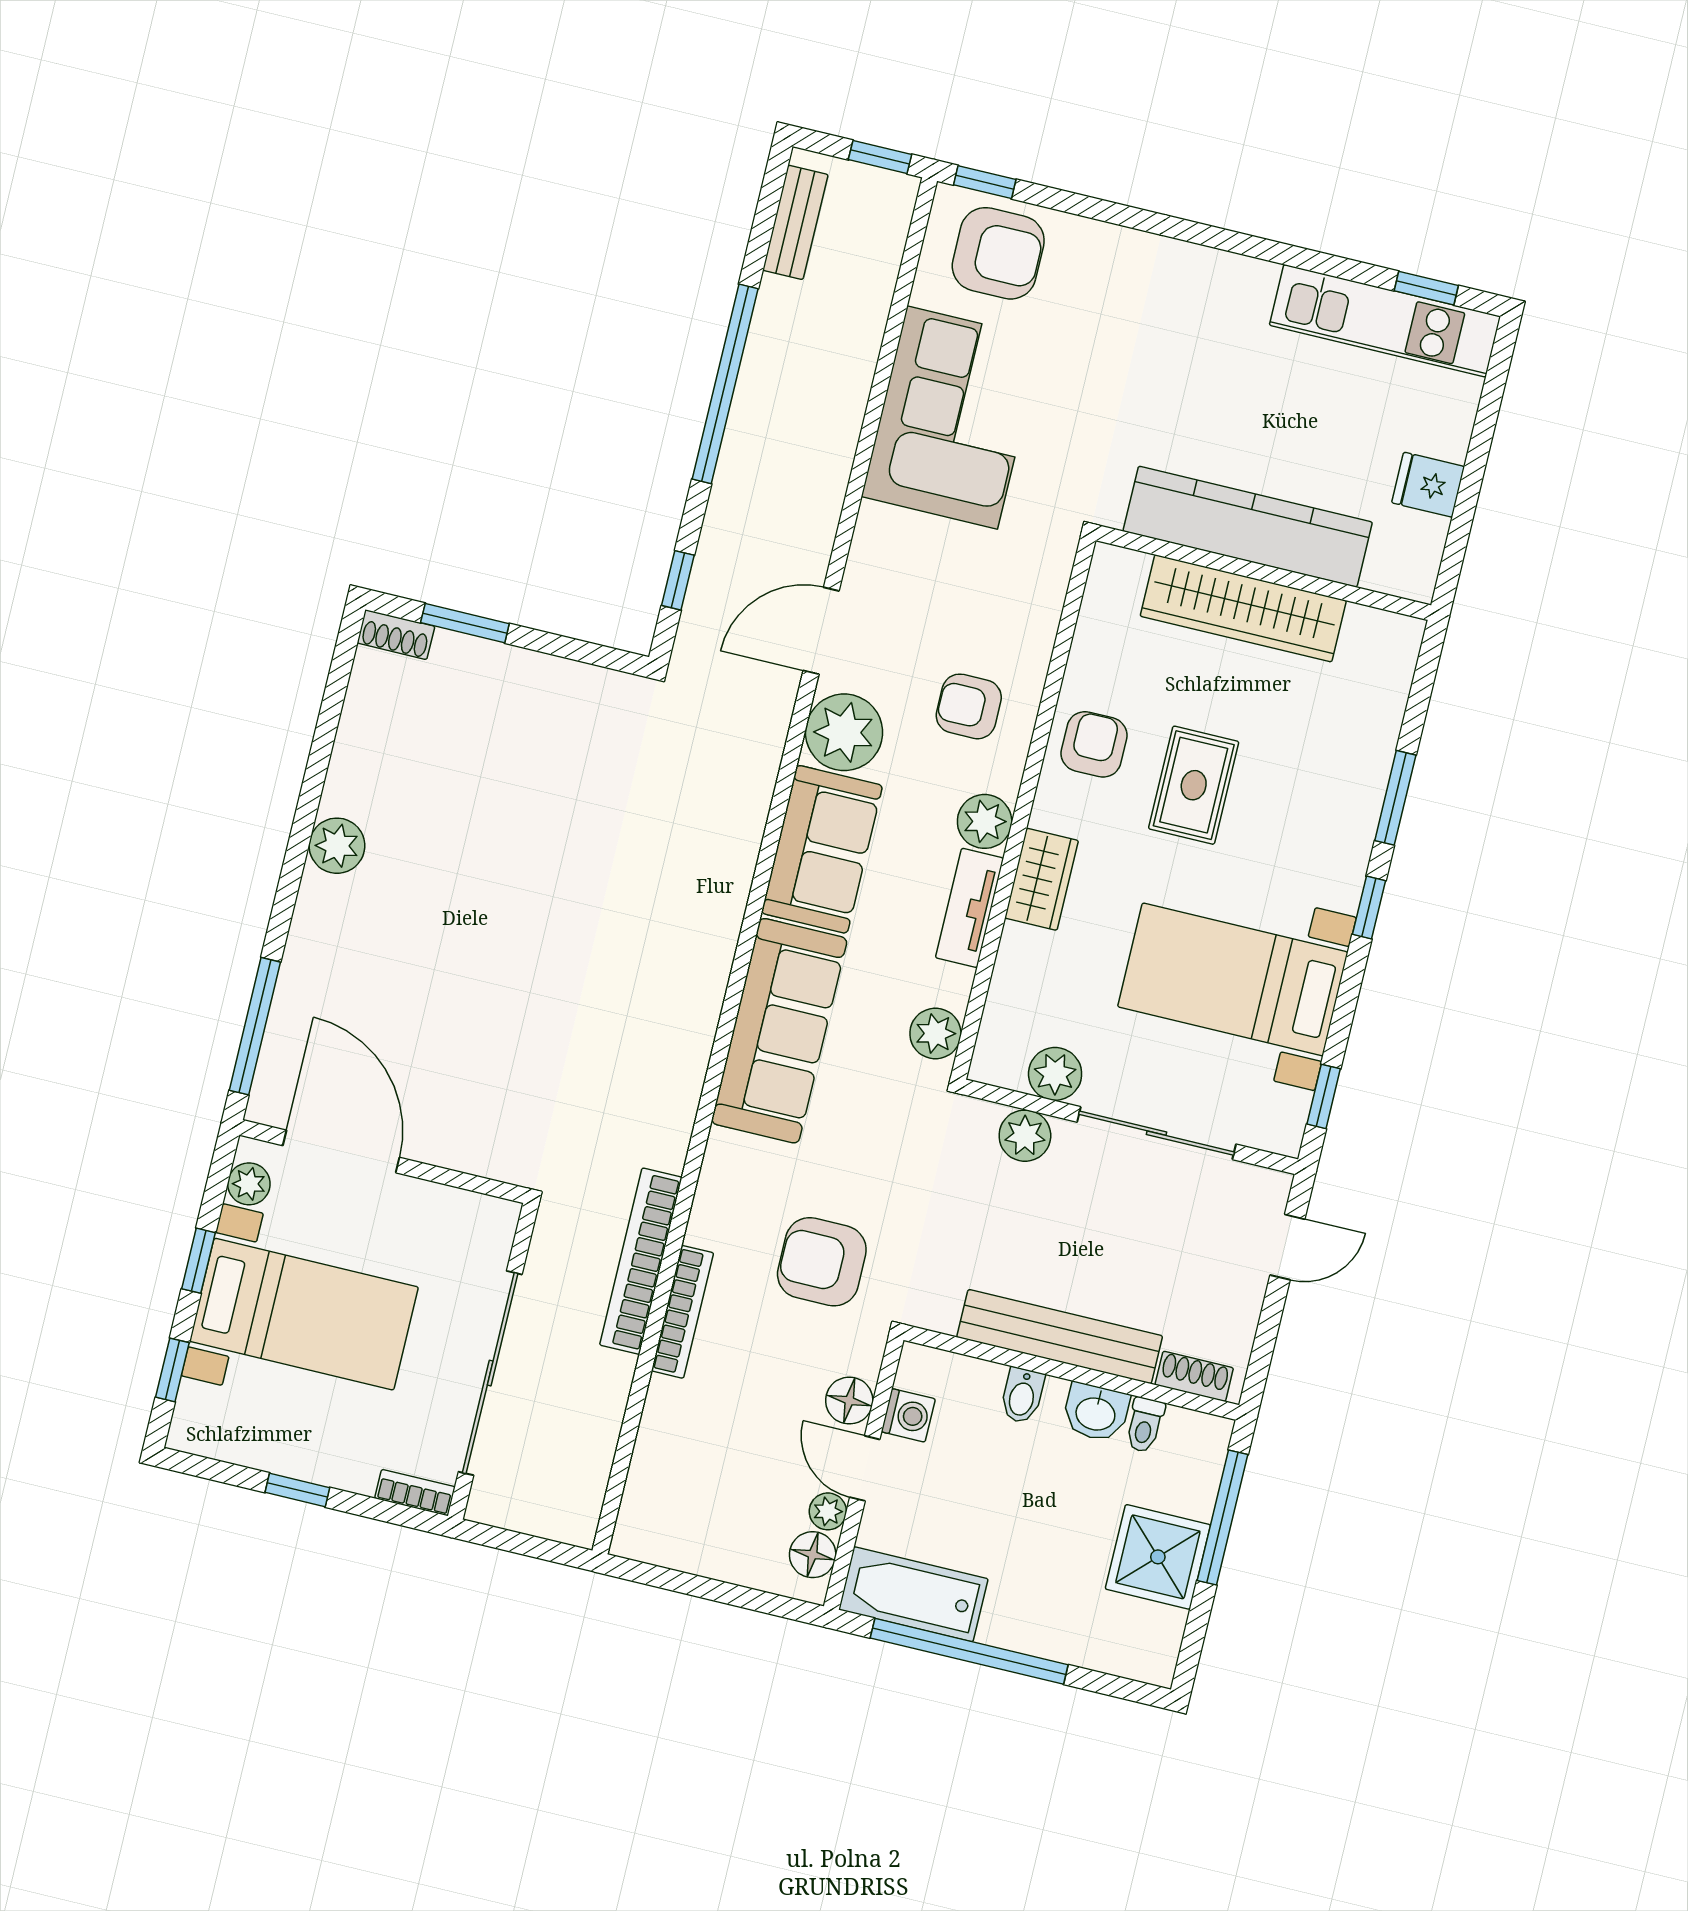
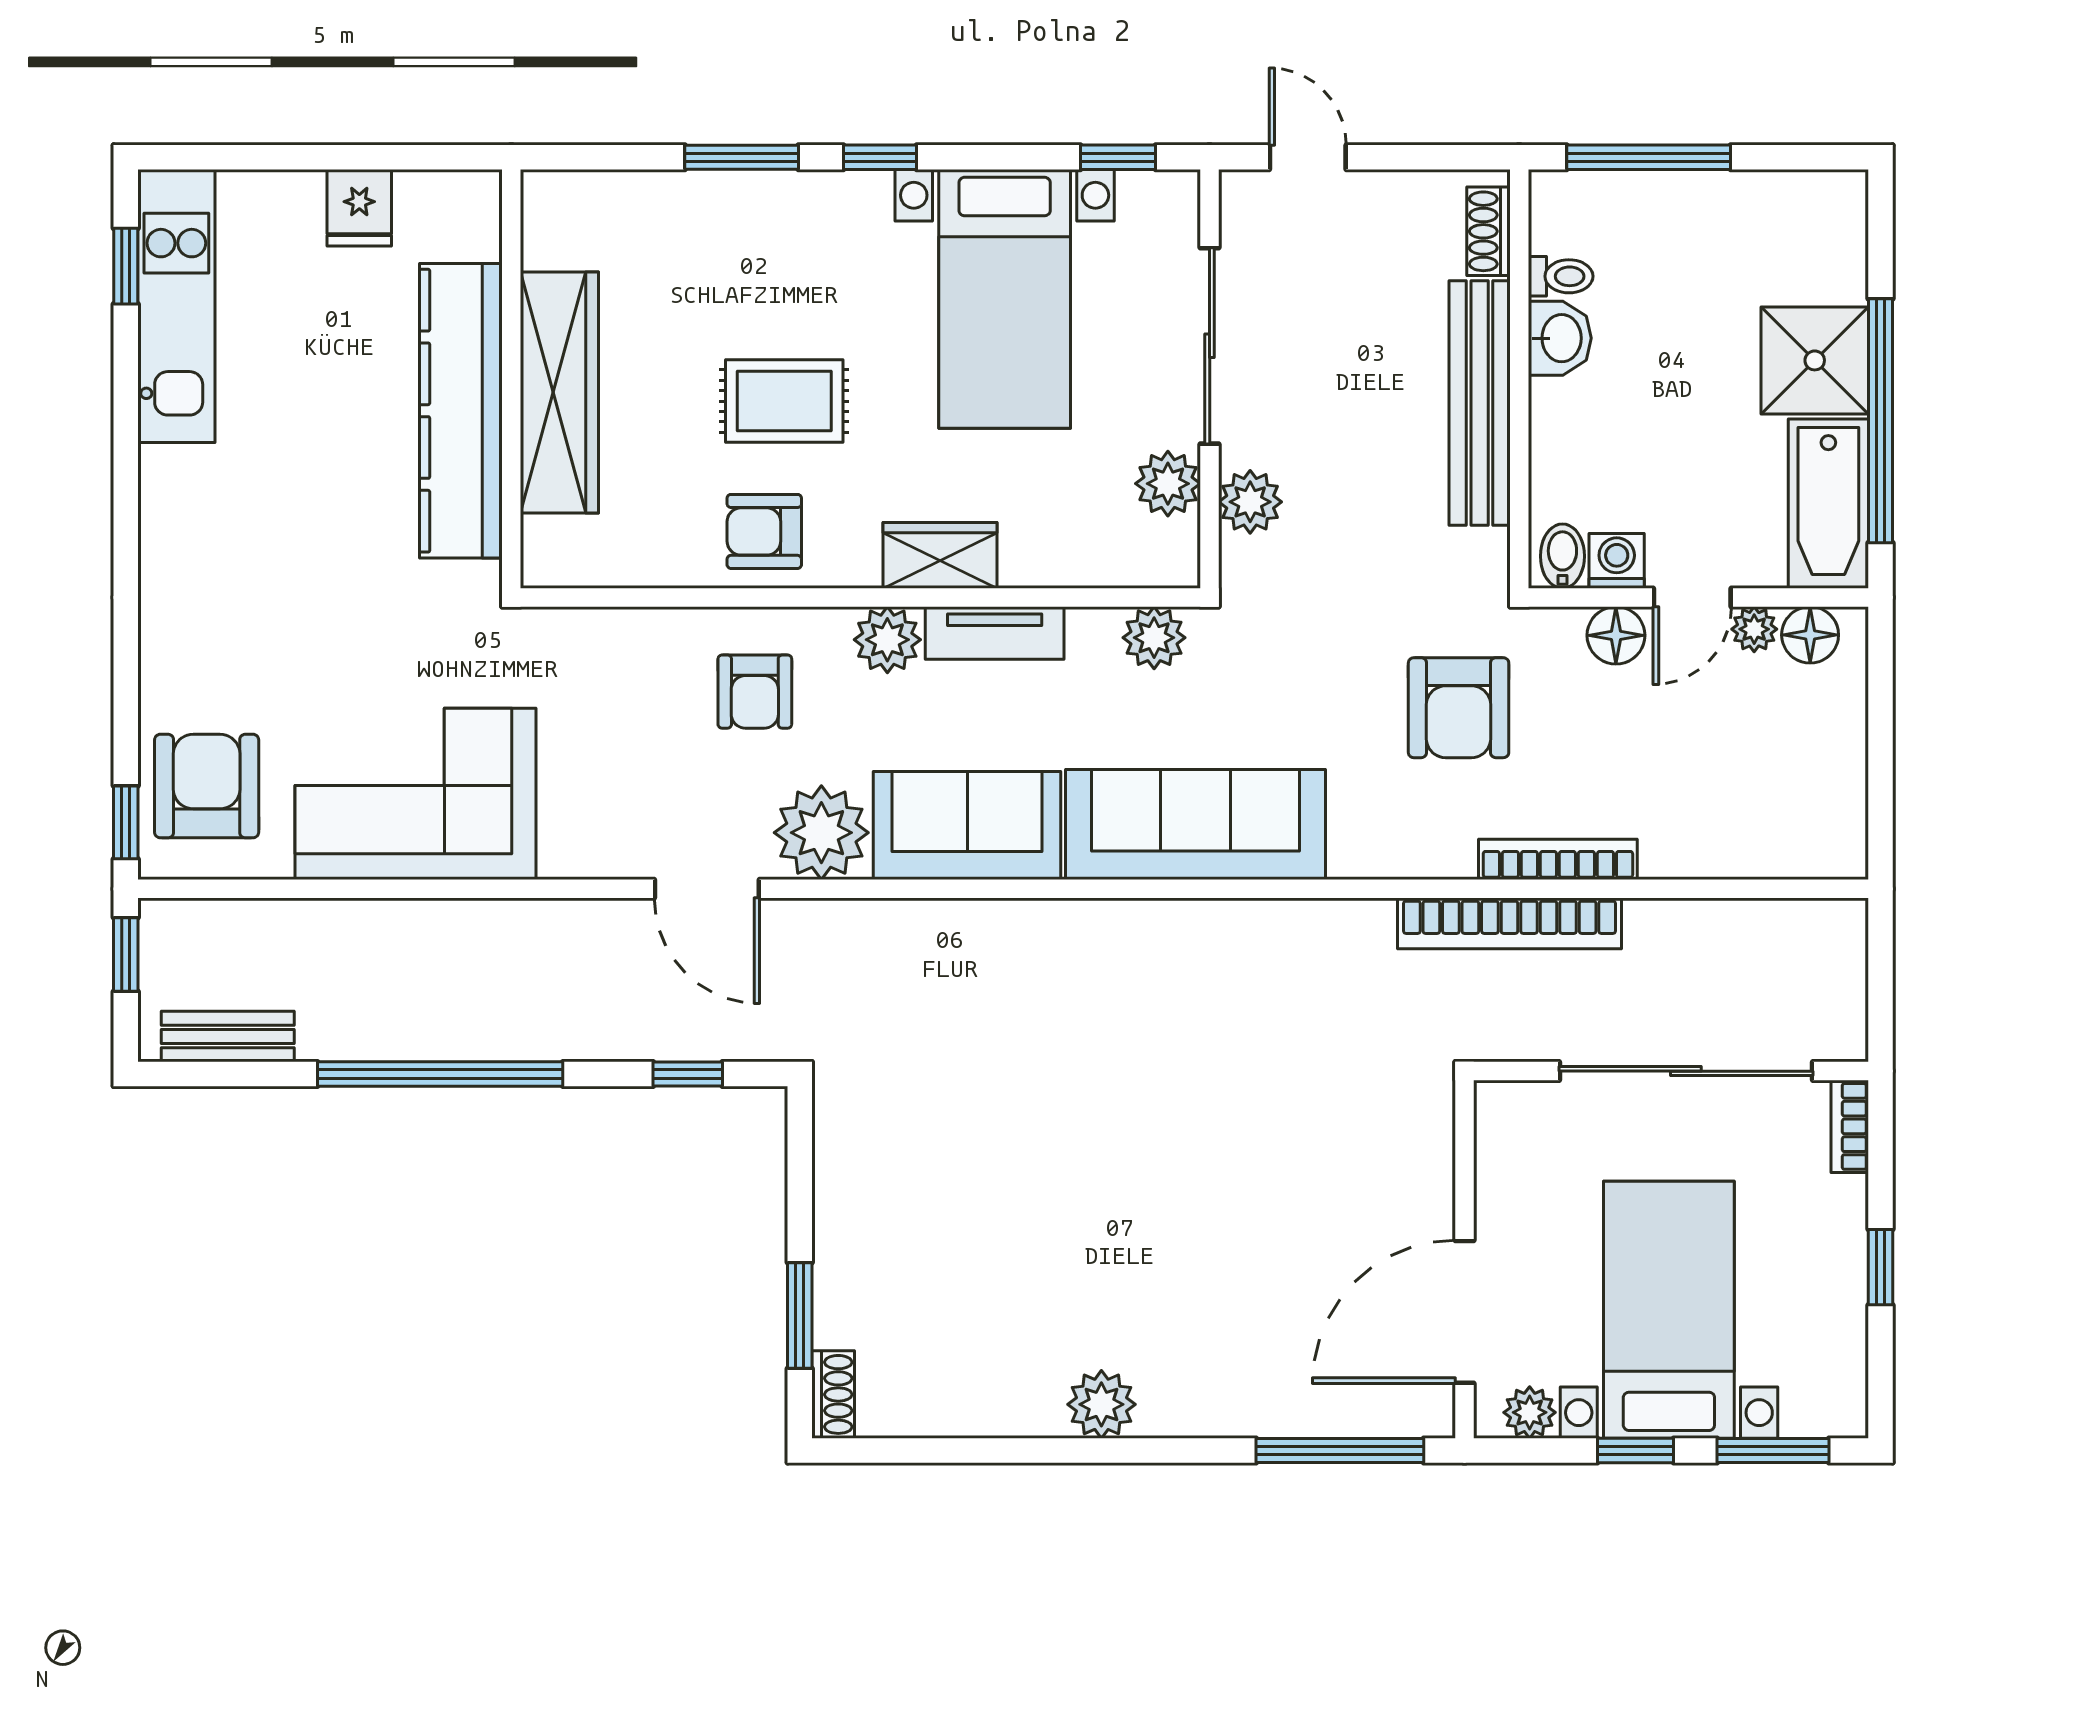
window: (172, 1370) -> (1773, 1450), width x1.50
bidet: (1022, 1396) -> (1562, 556), moved, turned -90
shower: (1158, 1557) -> (1815, 360), moved

